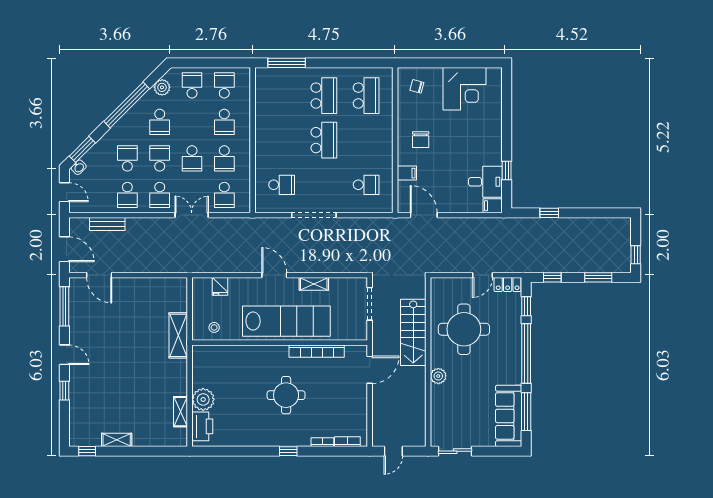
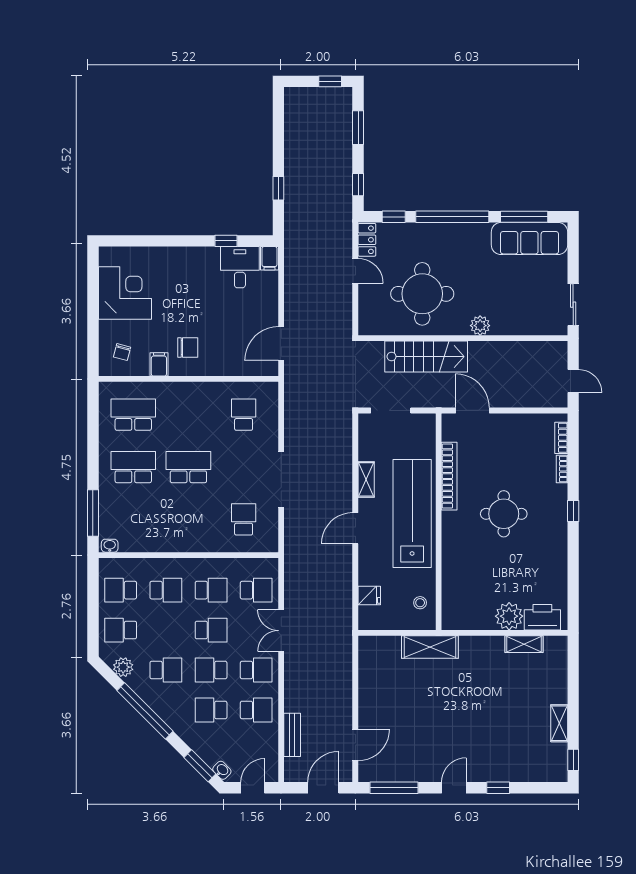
washbasin: (260, 76) -> (110, 546), added
filing cabinet: (407, 173) -> (159, 364), moved

